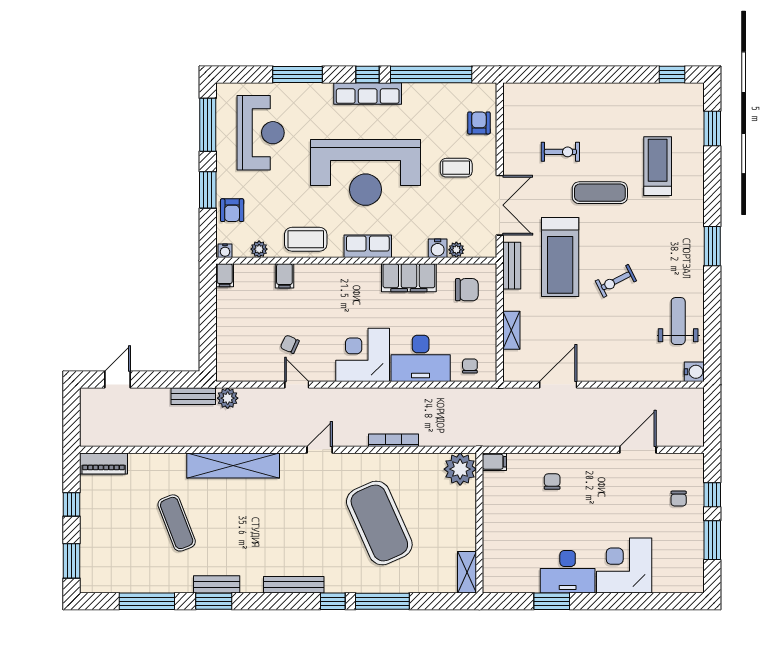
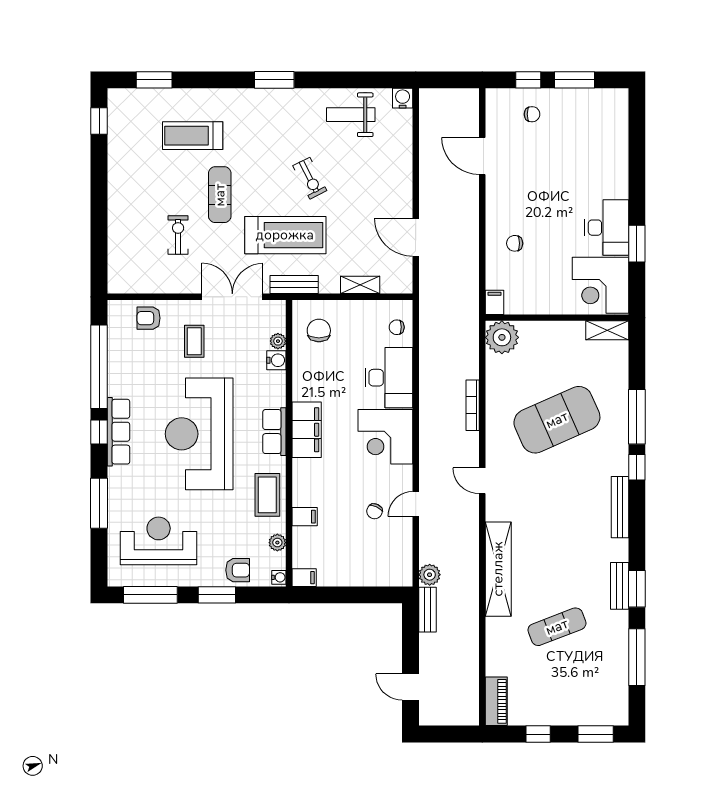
reception desk: (366, 172) -> (199, 434), turned 180
filing cabinet: (409, 278) -> (307, 430), moved
corner desk: (624, 566) -> (600, 285), moved

